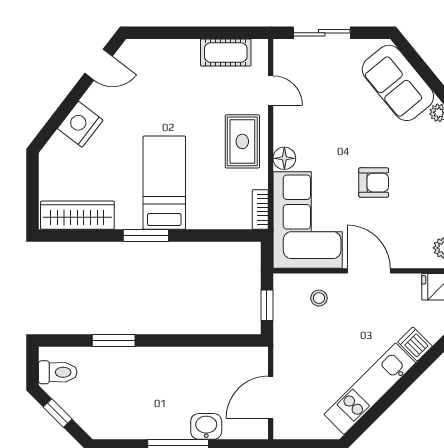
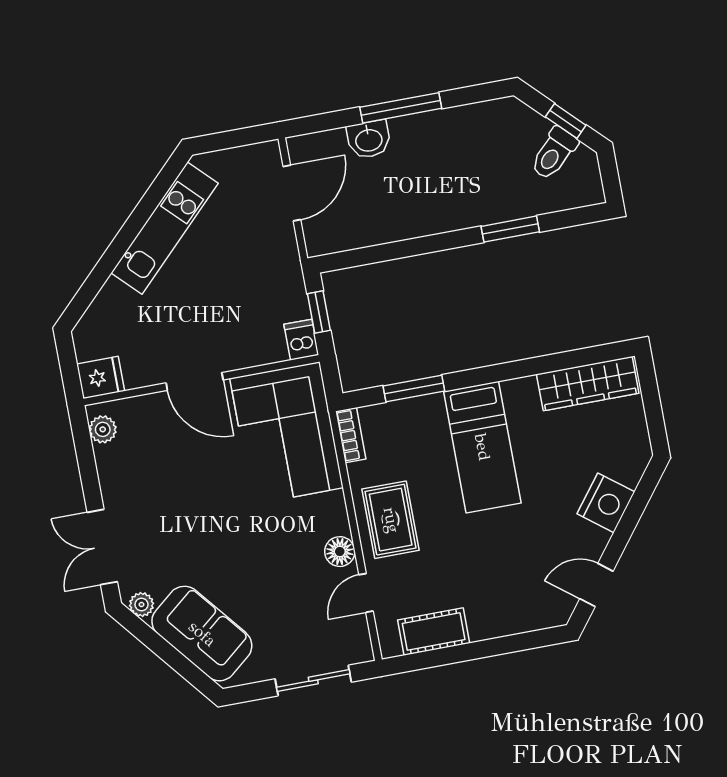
door: (271, 90) -> (366, 593), hinge flipped
floor lamp: (284, 158) -> (340, 552), moved
armchair: (374, 183) -> (209, 498), removed
window: (146, 235) -> (414, 389), moved
stool: (319, 298) -> (253, 334), removed
dishwasher: (415, 344) -> (301, 340), moved, turned -135
toilet: (58, 372) -> (554, 153), moved, turned -45

